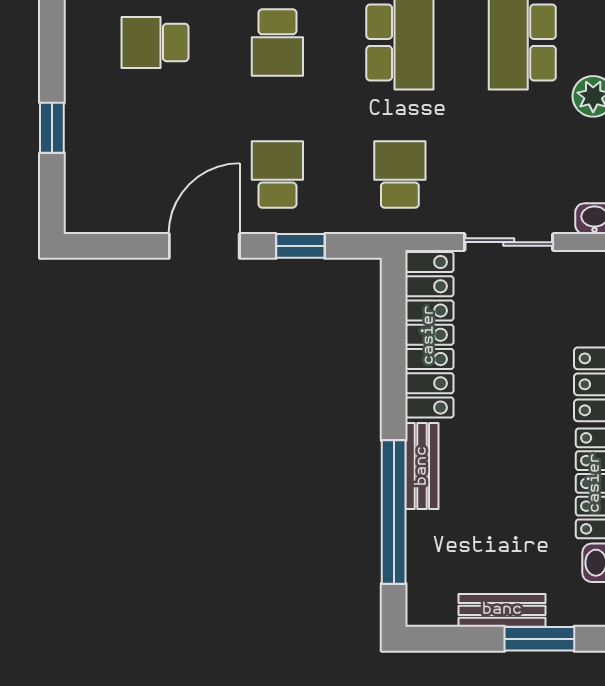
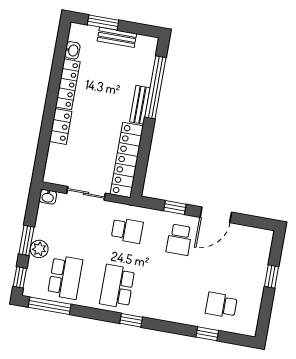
school desk: (155, 42) -> (221, 305), turned 180
school desk: (277, 42) -> (169, 296), removed
school desk: (400, 174) -> (127, 230), turned -90

